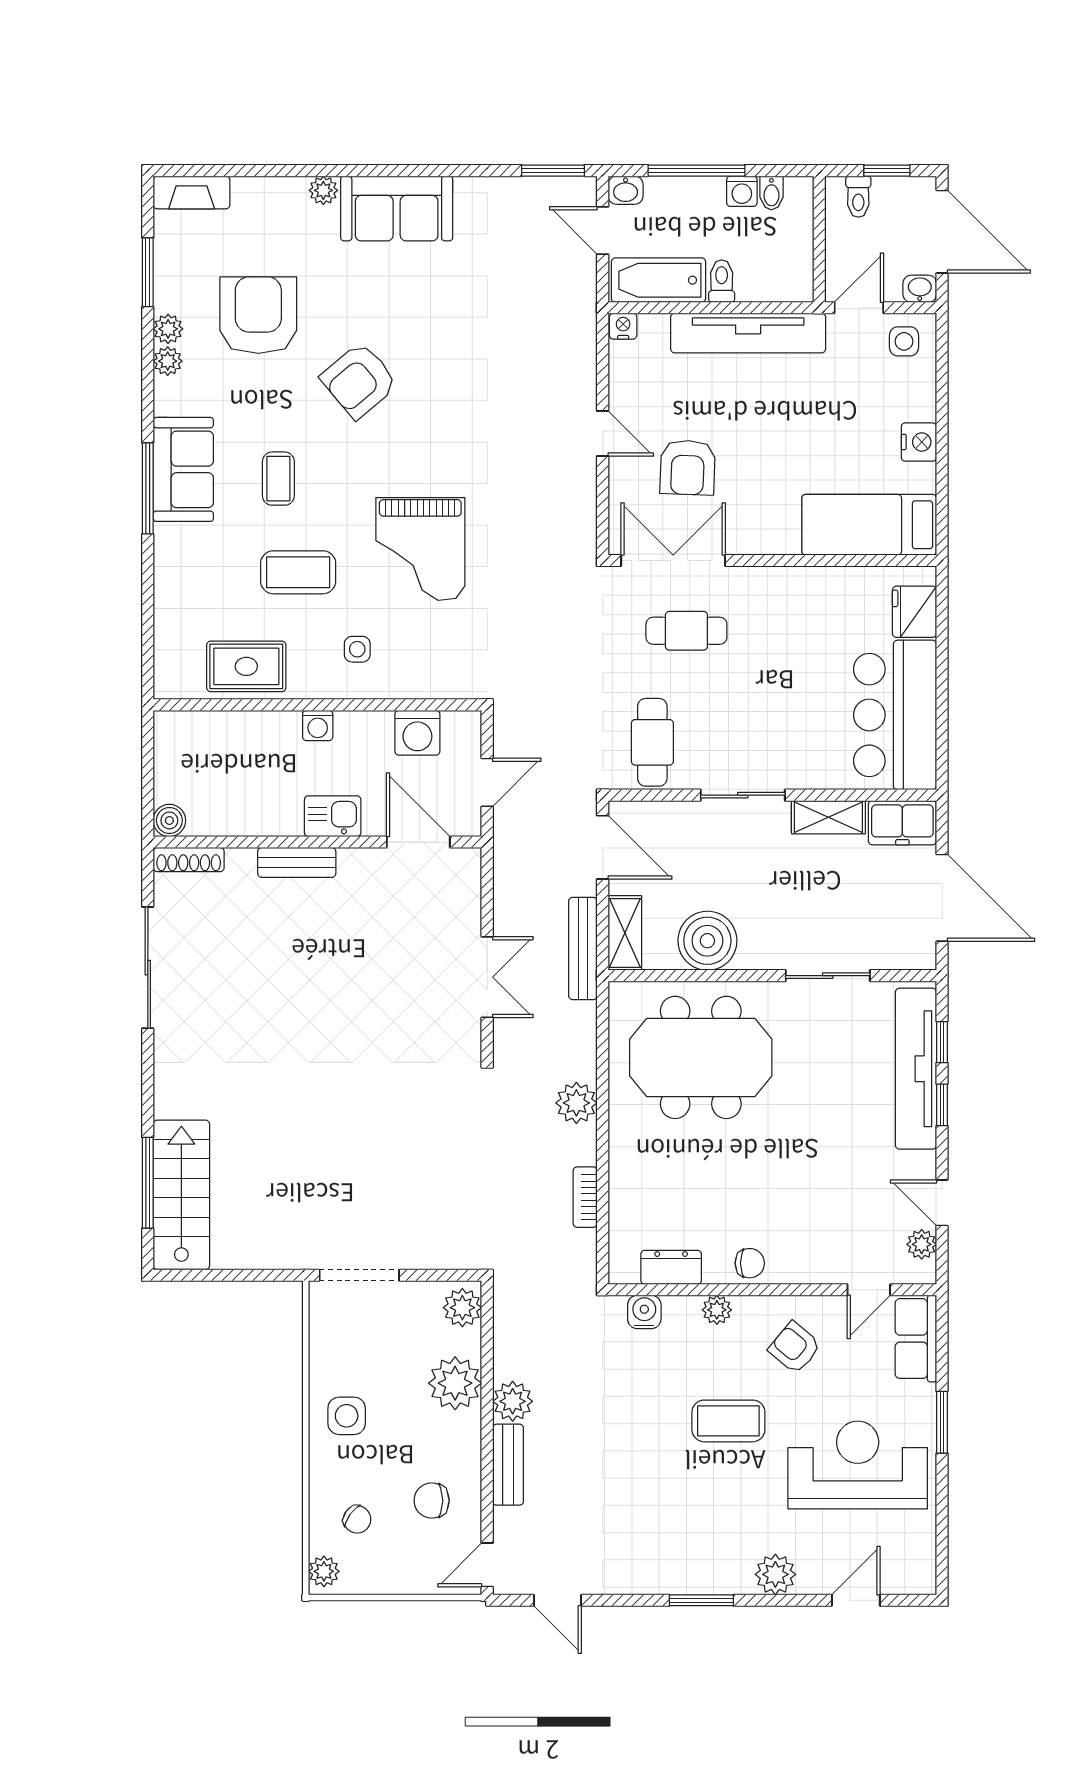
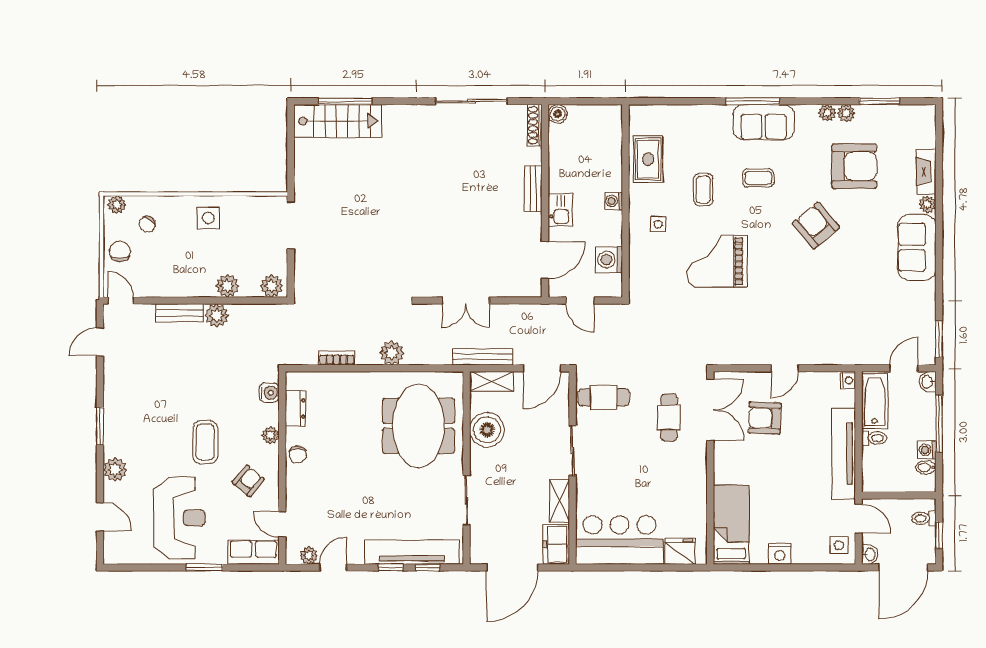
fireplace: (192, 192) -> (926, 172), moved
coffee table: (298, 572) -> (703, 190), width x0.73, depth x0.77
plant: (455, 1383) -> (227, 286), width x0.73, depth x0.73
chair: (432, 1501) -> (120, 251), moved

